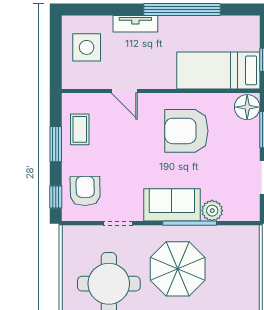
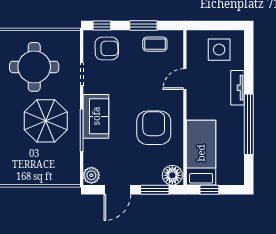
plant: (212, 211) -> (91, 175), moved

